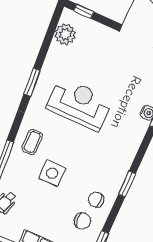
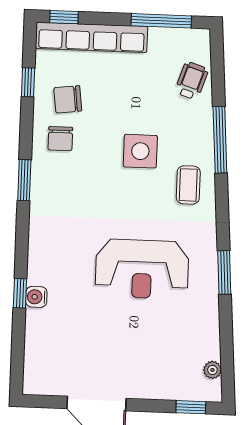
plant: (65, 34) -> (212, 370), width x0.53, depth x0.53
chair: (96, 200) -> (60, 139), turned 90

